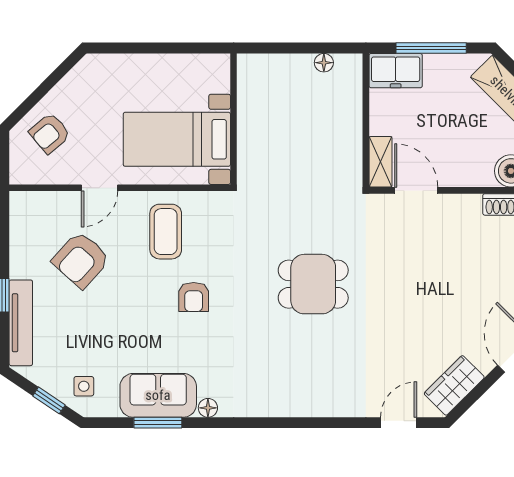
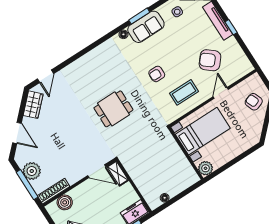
plant: (215, 69) -> (205, 168), added
armchair: (50, 133) -> (254, 102), turned -71
coffee table: (166, 232) -> (184, 92), turned 90
armchair: (81, 260) -> (210, 60), turned -92
armchair: (194, 297) -> (157, 74), turned -90

